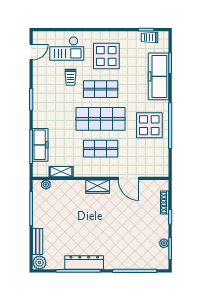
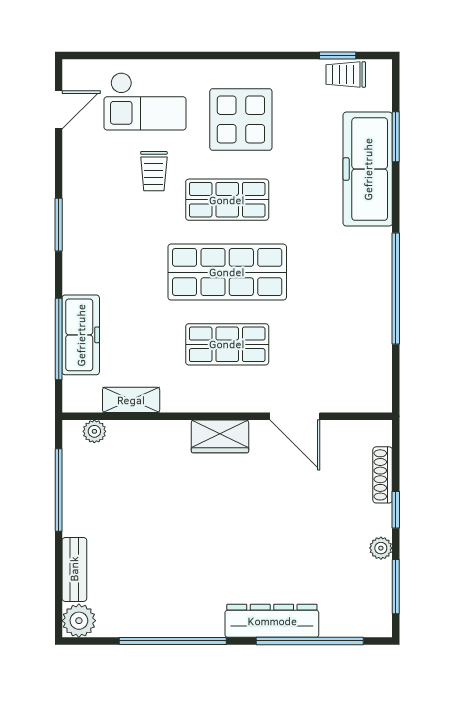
display table: (149, 125) -> (345, 288), removed
plant: (164, 243) -> (381, 548), moved
dresser: (84, 263) -> (272, 621), moved

